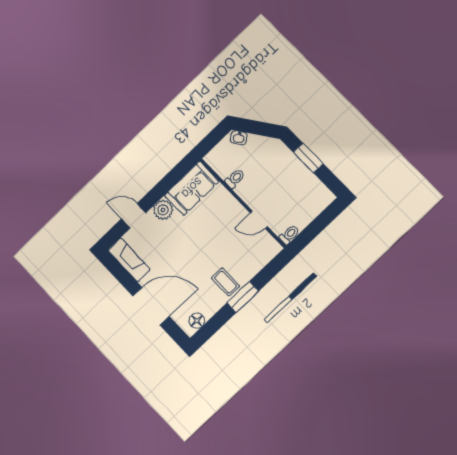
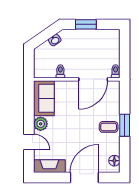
washbasin: (239, 138) -> (55, 40), moved
door: (134, 216) -> (29, 142), swing flipped
door: (259, 220) -> (93, 79), width x1.87

